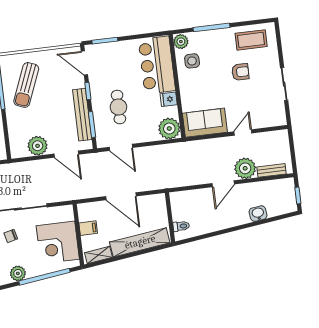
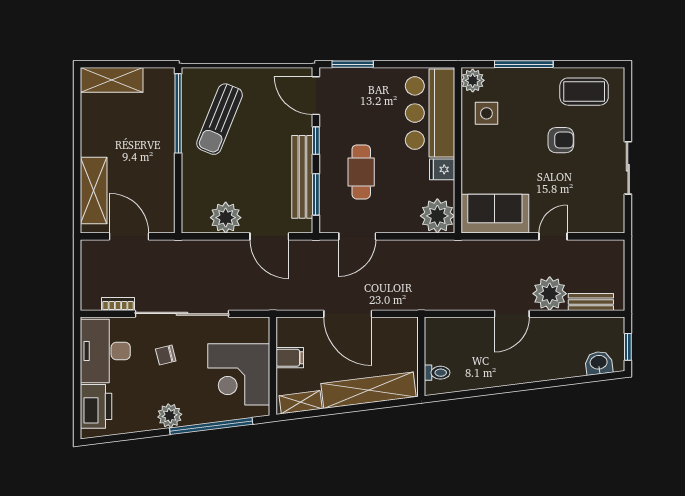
door: (121, 147) -> (357, 236), hinge flipped
washbasin: (258, 214) -> (599, 363), moved

